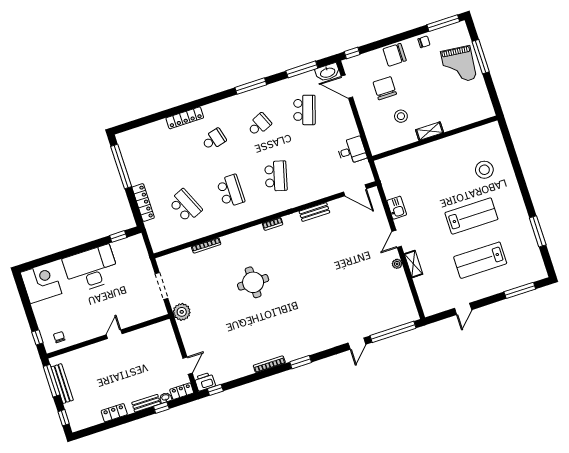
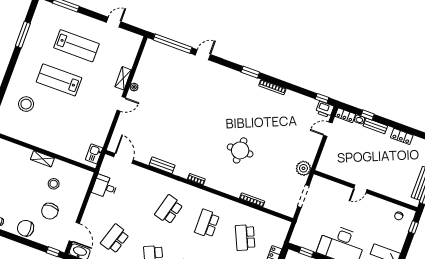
chair: (395, 55) -> (26, 228), turned 180
kitchen sink: (397, 208) -> (94, 154), moved

